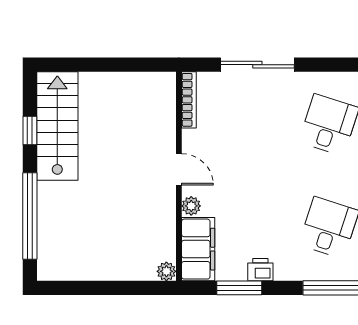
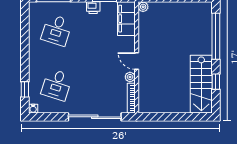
sliding door: (257, 65) -> (95, 117), width x1.36
plant: (191, 206) -> (130, 77), moved

